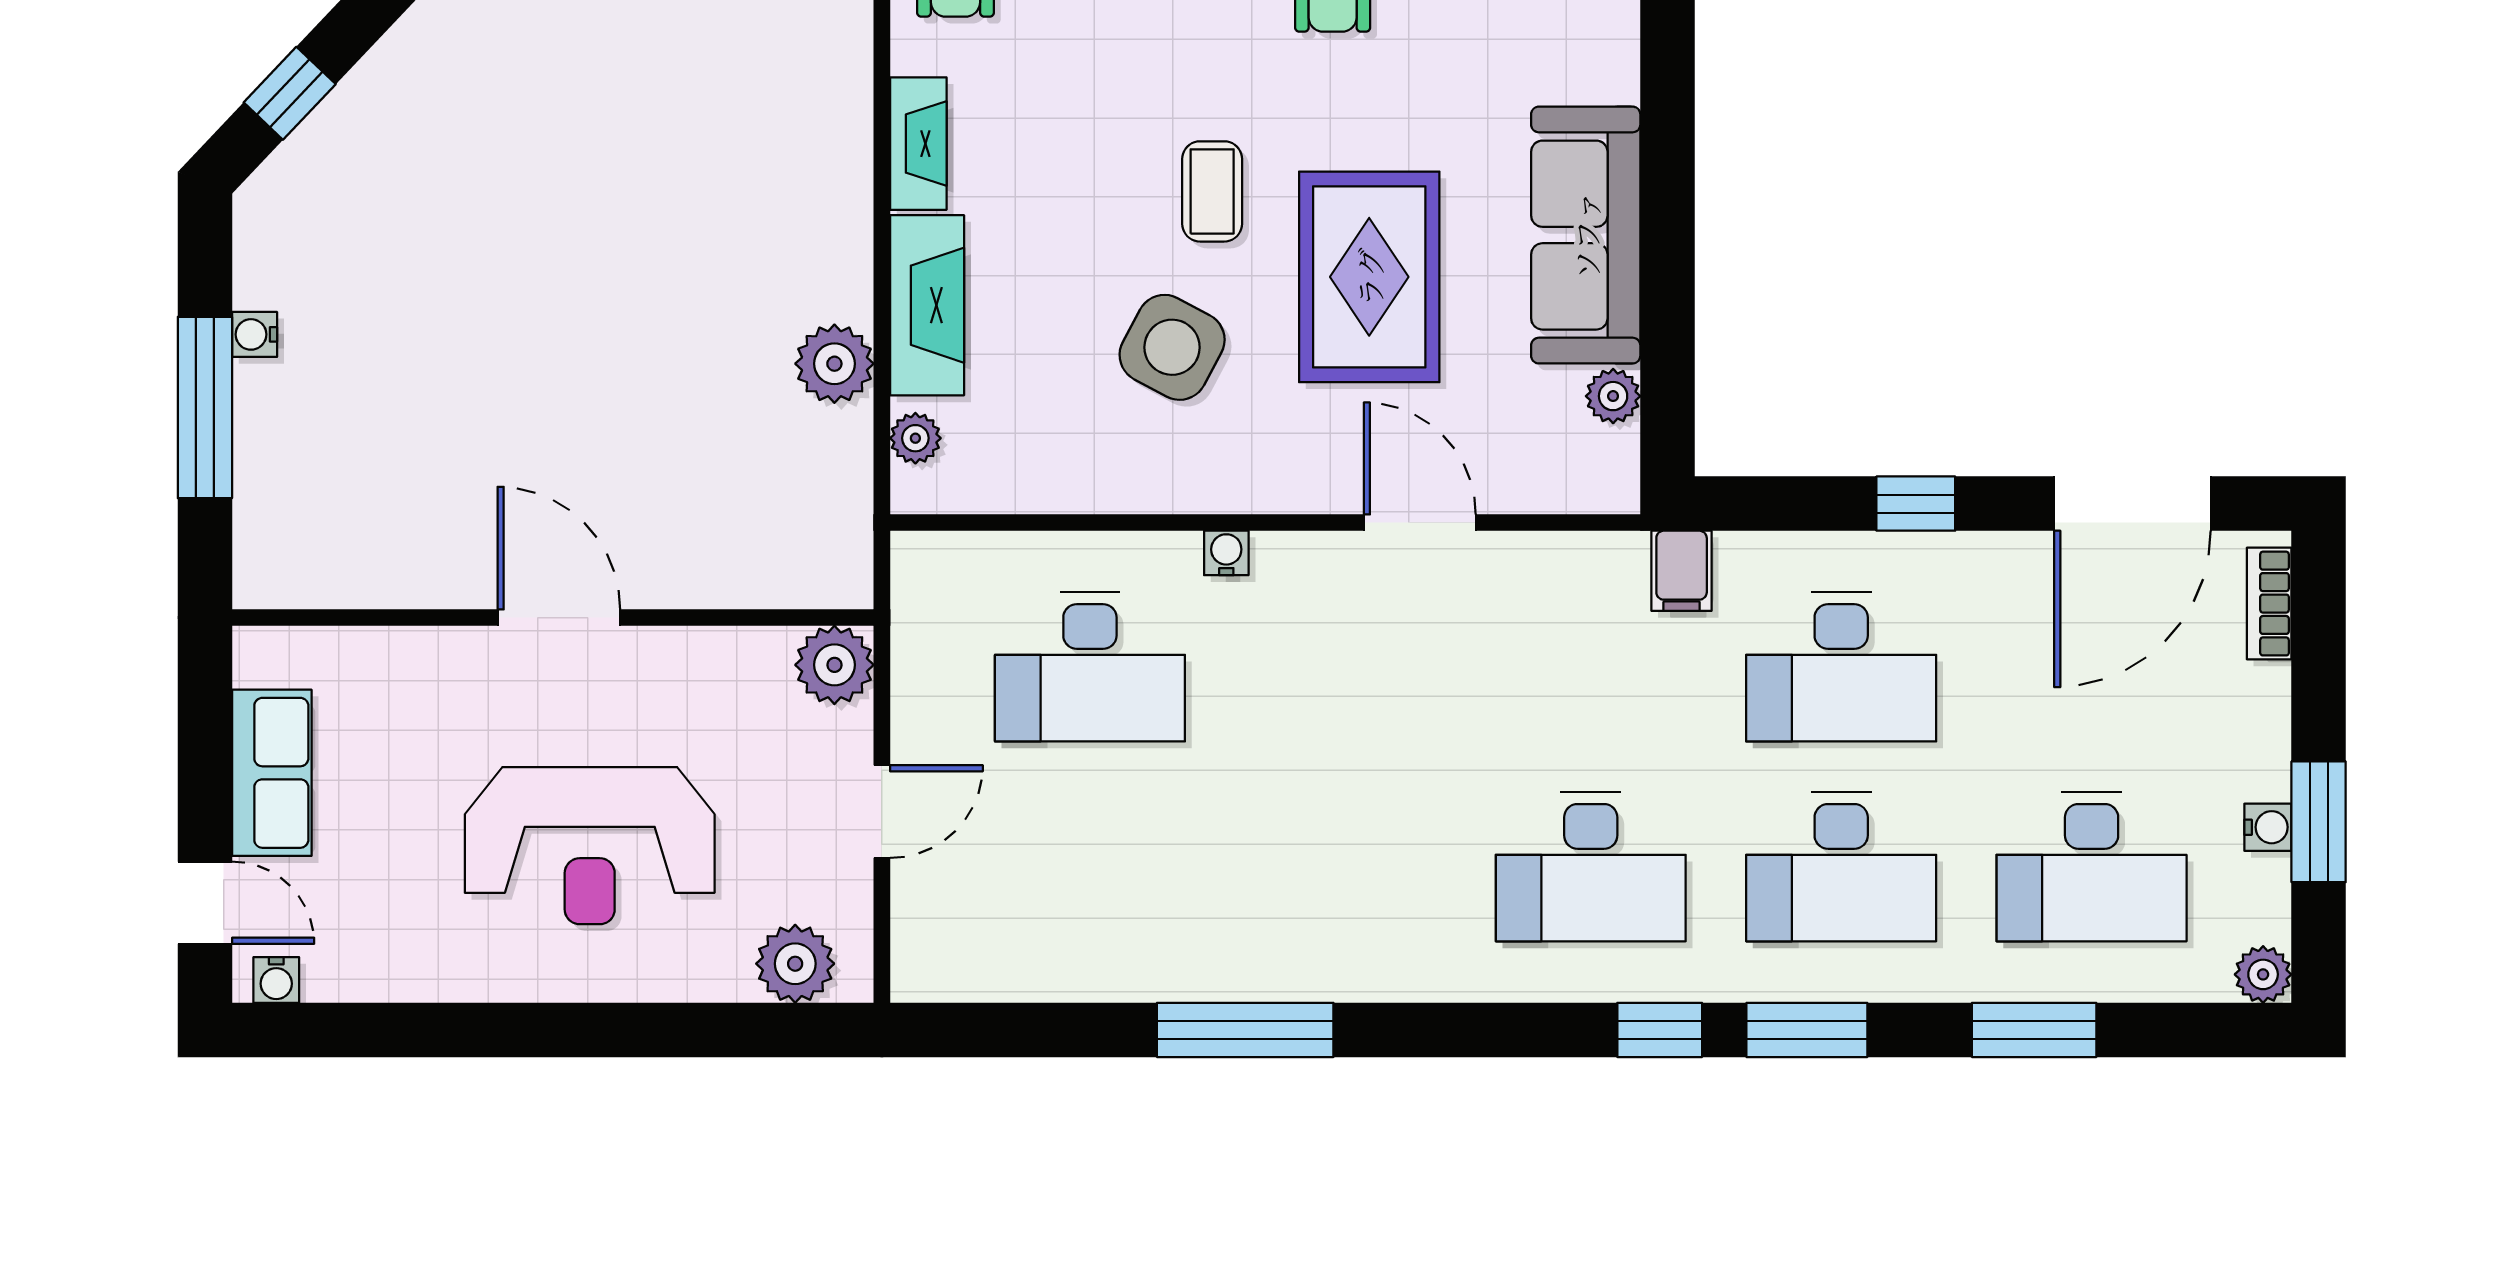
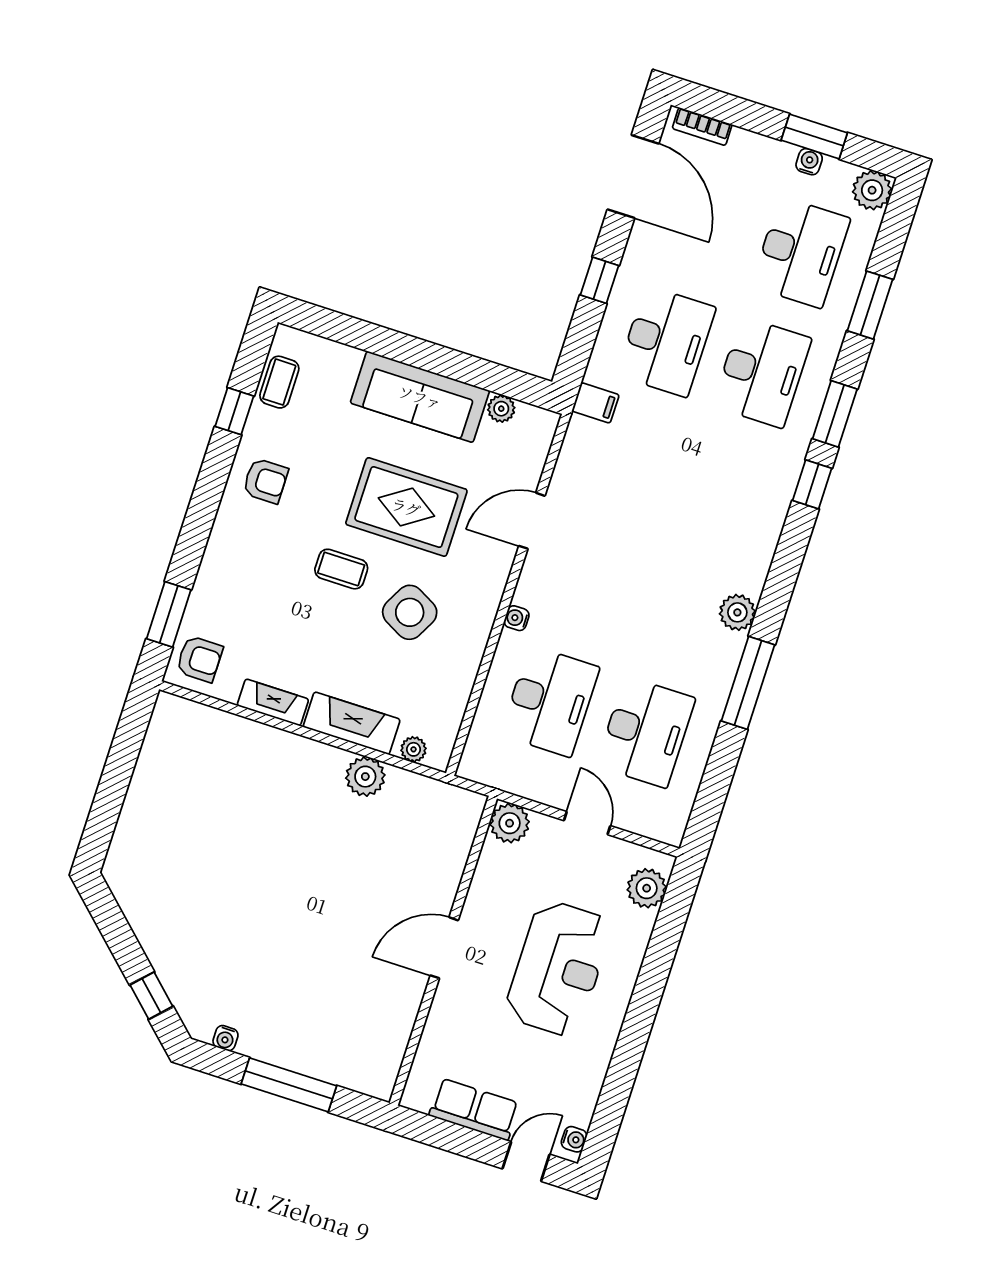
water cooler: (255, 334) -> (225, 1038), moved
desk: (1591, 867) -> (646, 732), moved
plant: (1372, 967) -> (737, 612), added
plant: (2263, 974) -> (872, 190), width x1.38, depth x1.38

